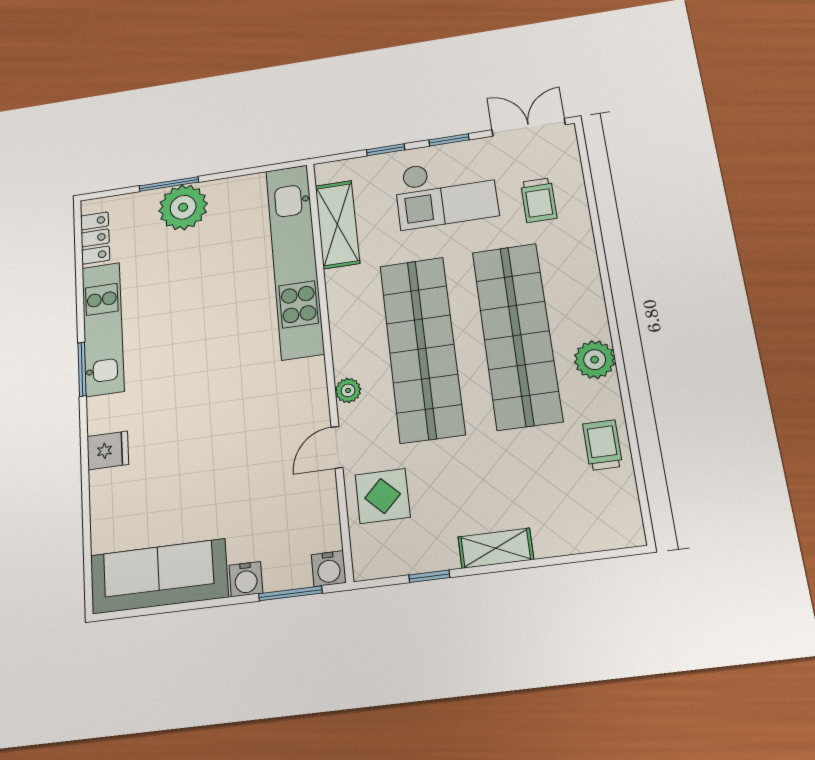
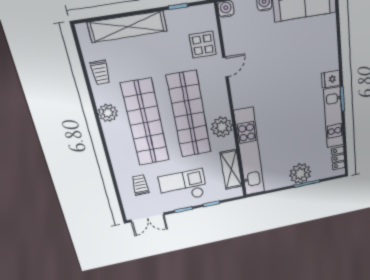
plant: (348, 390) -> (222, 127), moved, width x1.88, depth x1.88
fridge: (108, 450) -> (331, 79), moved
shelving: (496, 548) -> (128, 27), width x2.20, depth x1.33

